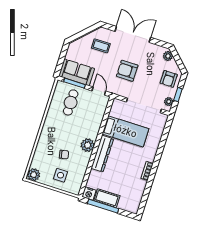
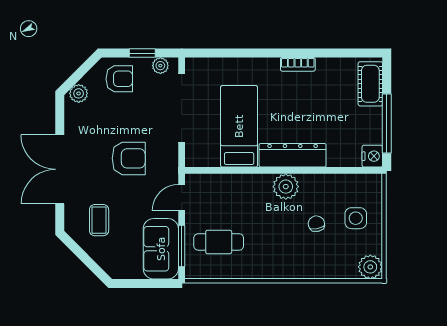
armchair: (127, 71) -> (129, 158), turned -90
cot: (107, 198) -> (370, 84), moved

